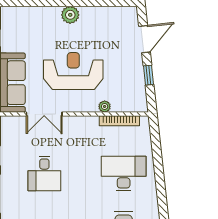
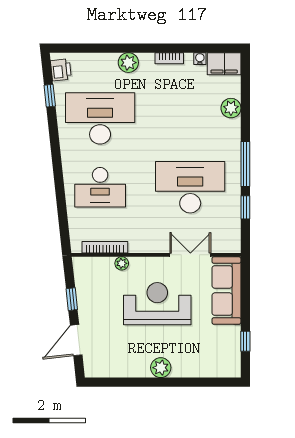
reception desk: (73, 71) -> (157, 304), turned 180
desk: (44, 173) -> (190, 187), width x1.87, depth x1.30

